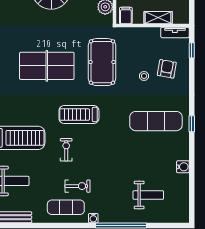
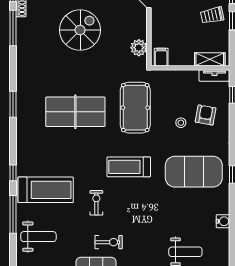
shelving: (158, 18) -> (210, 59), moved
treadmill: (79, 115) -> (129, 167), moved
exercise mat: (156, 121) -> (194, 172), width x1.47

